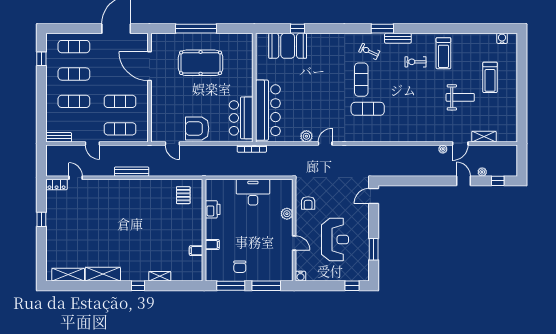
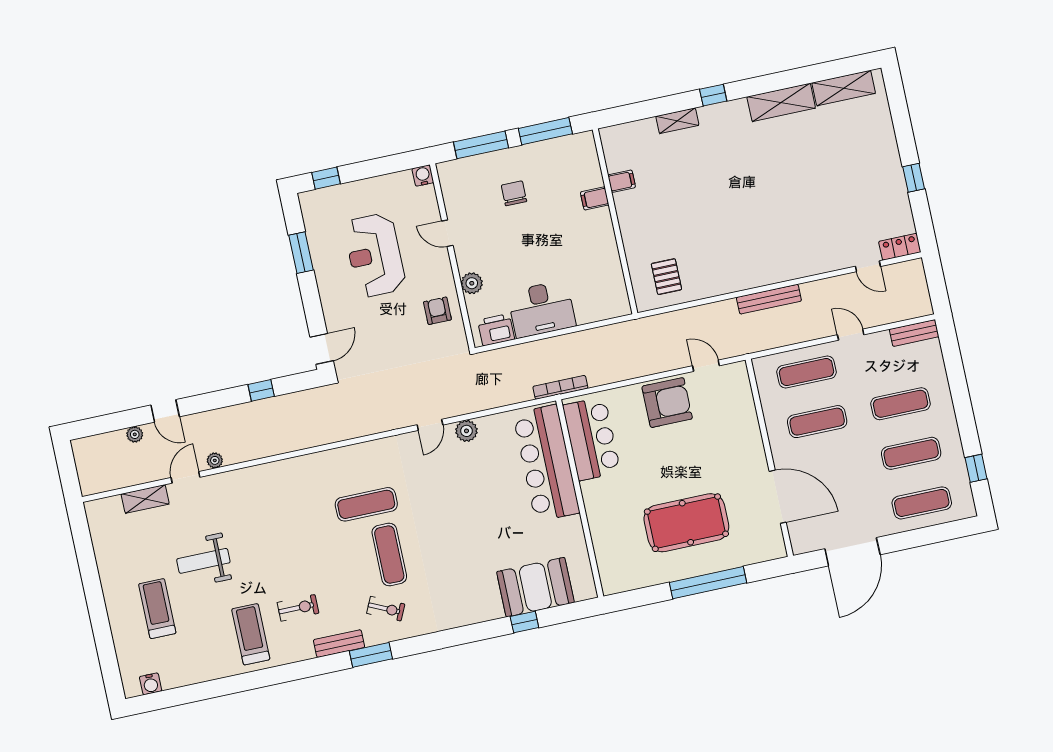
window: (498, 181) -> (261, 390), moved
printer: (213, 209) -> (496, 330), moved, turned 90
chair: (240, 267) -> (514, 193), moved

